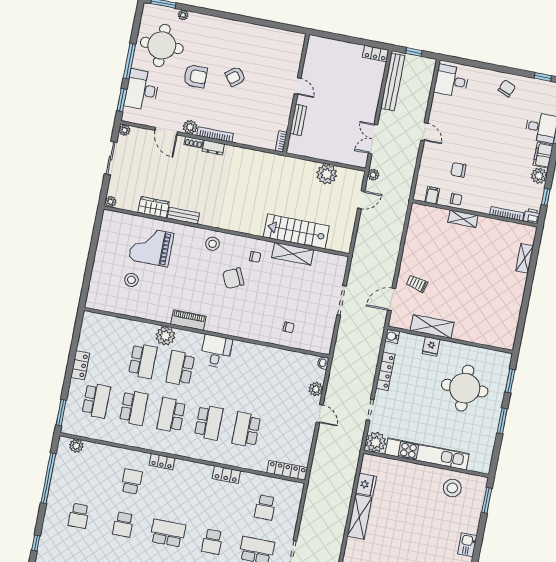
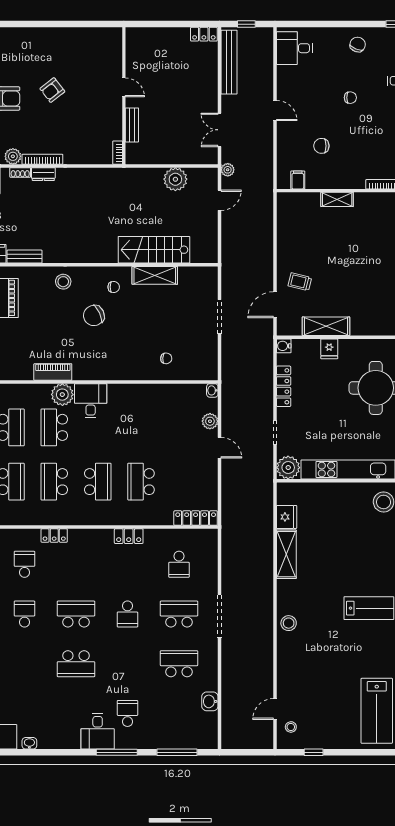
chair: (456, 199) -> (350, 98), moved
plant: (165, 336) -> (62, 395), moved
school desk: (123, 524) -> (24, 614), turned 180

